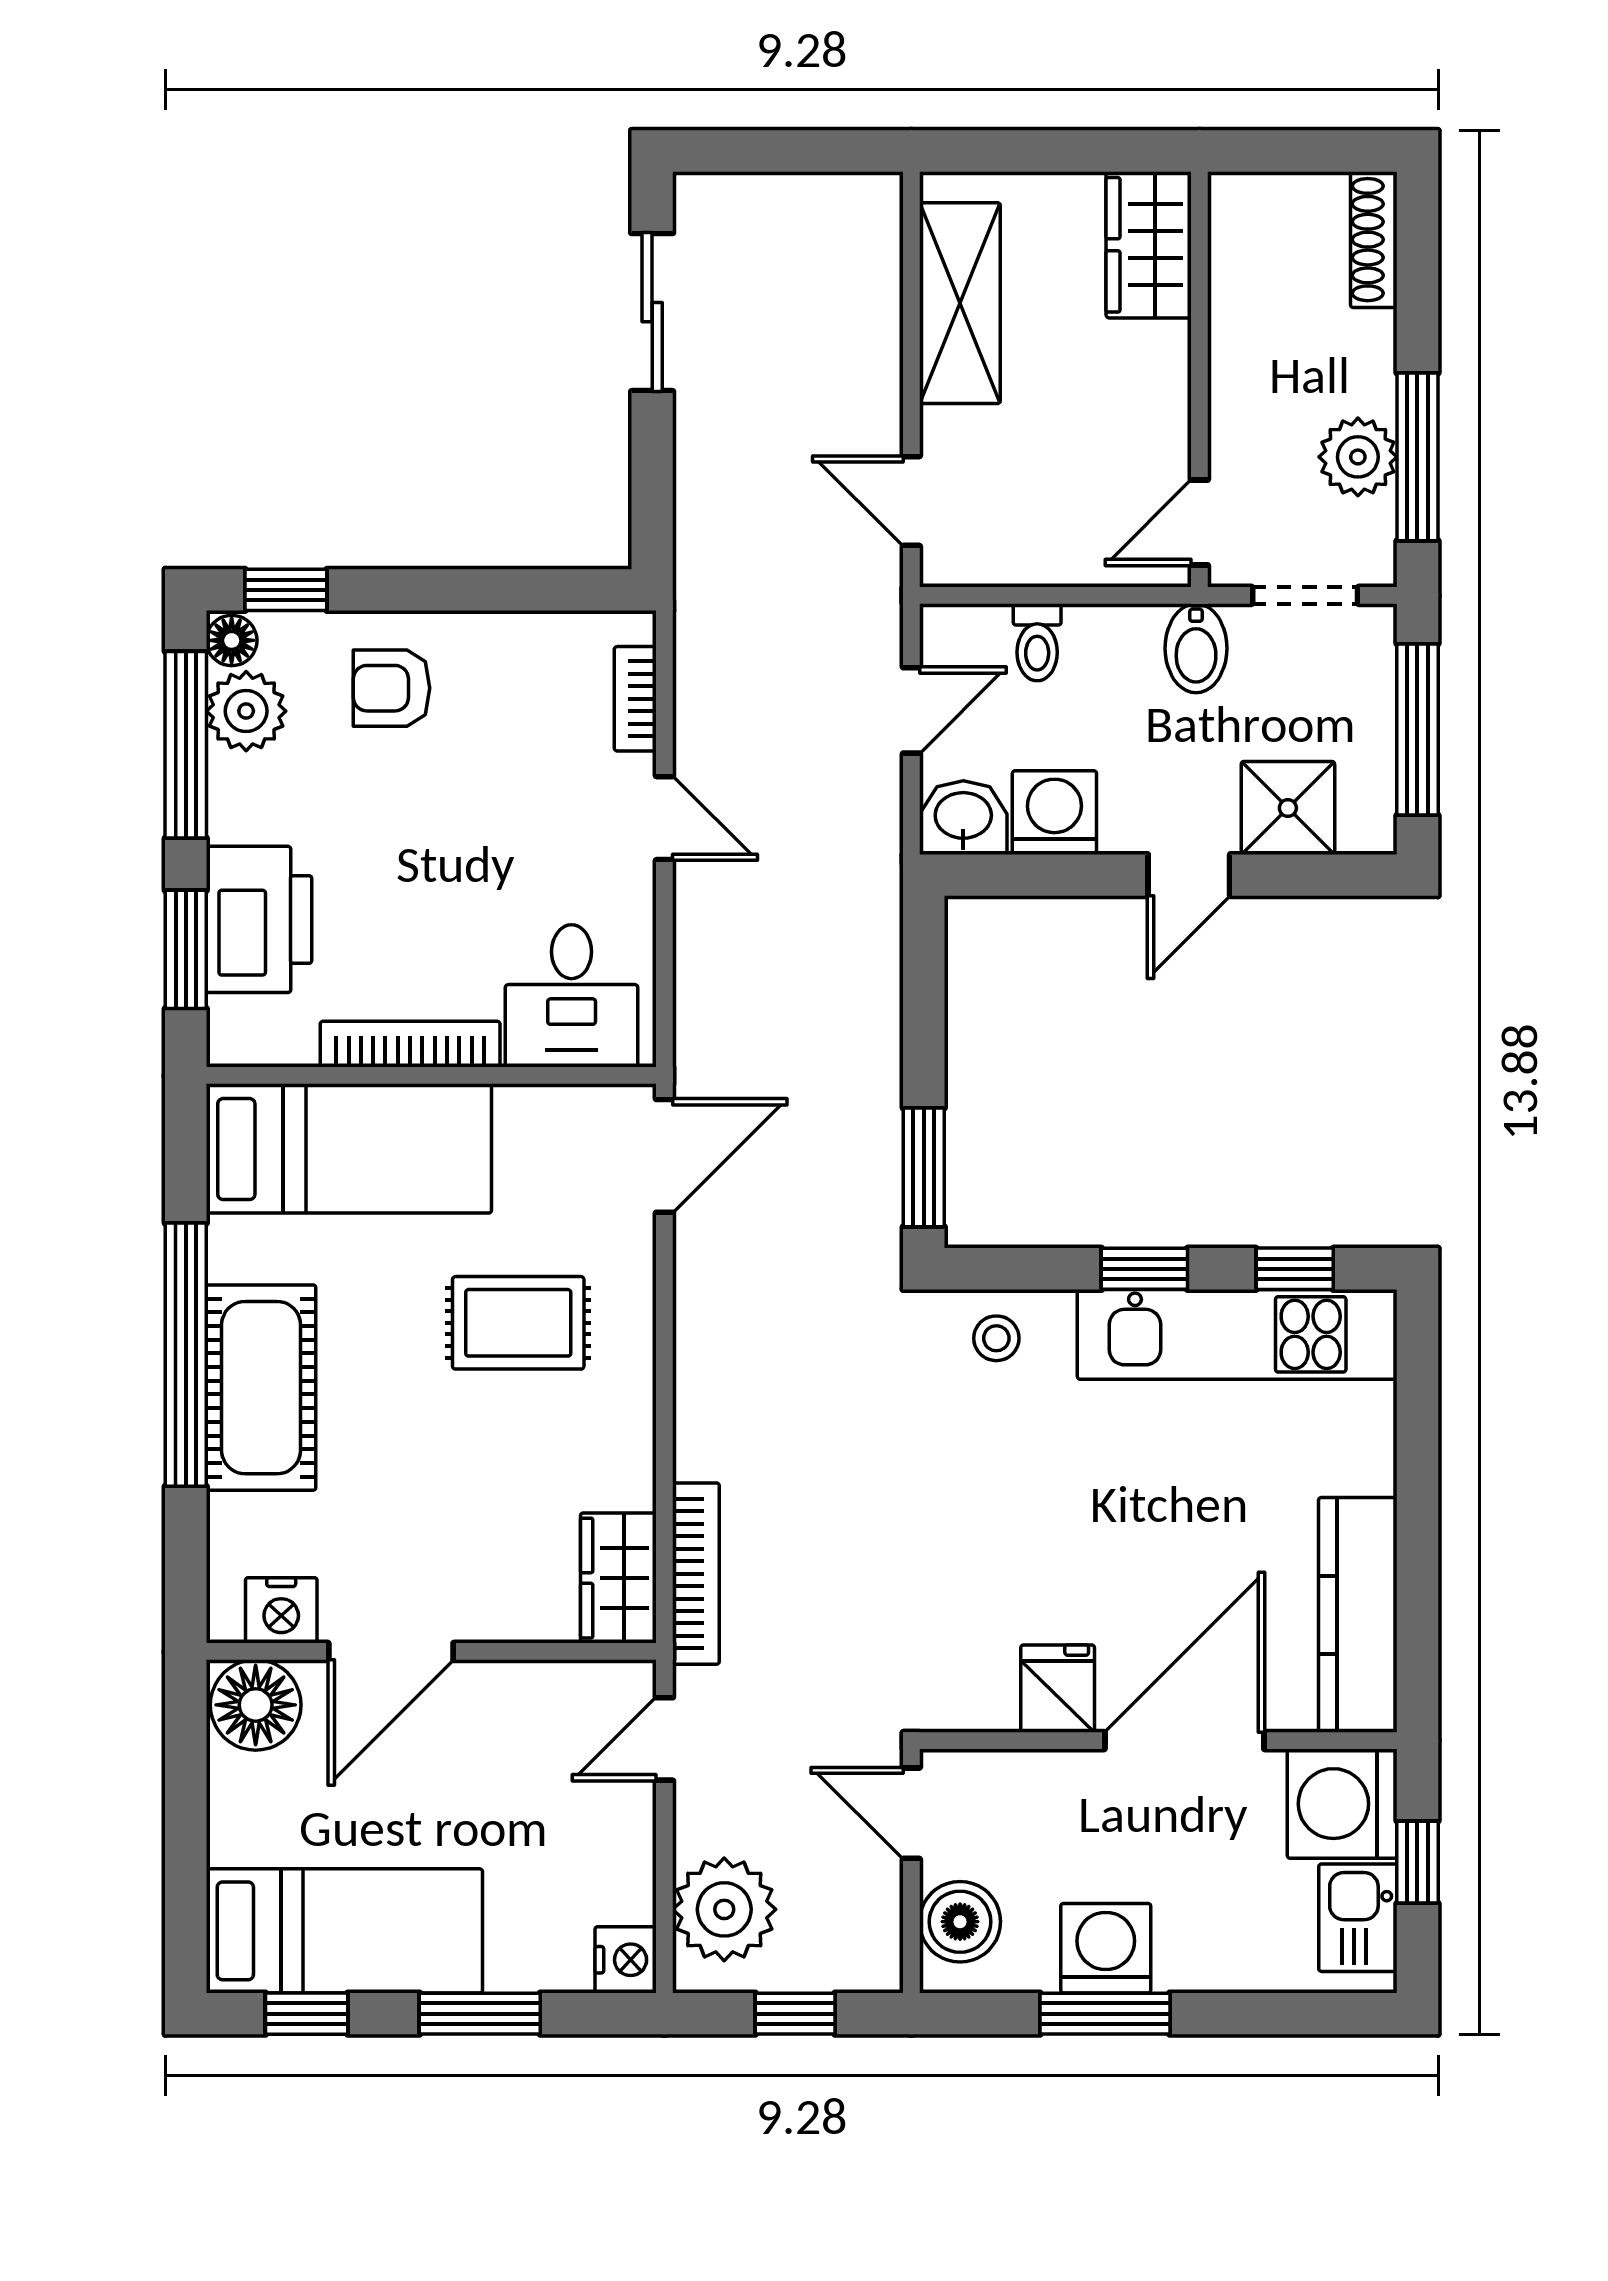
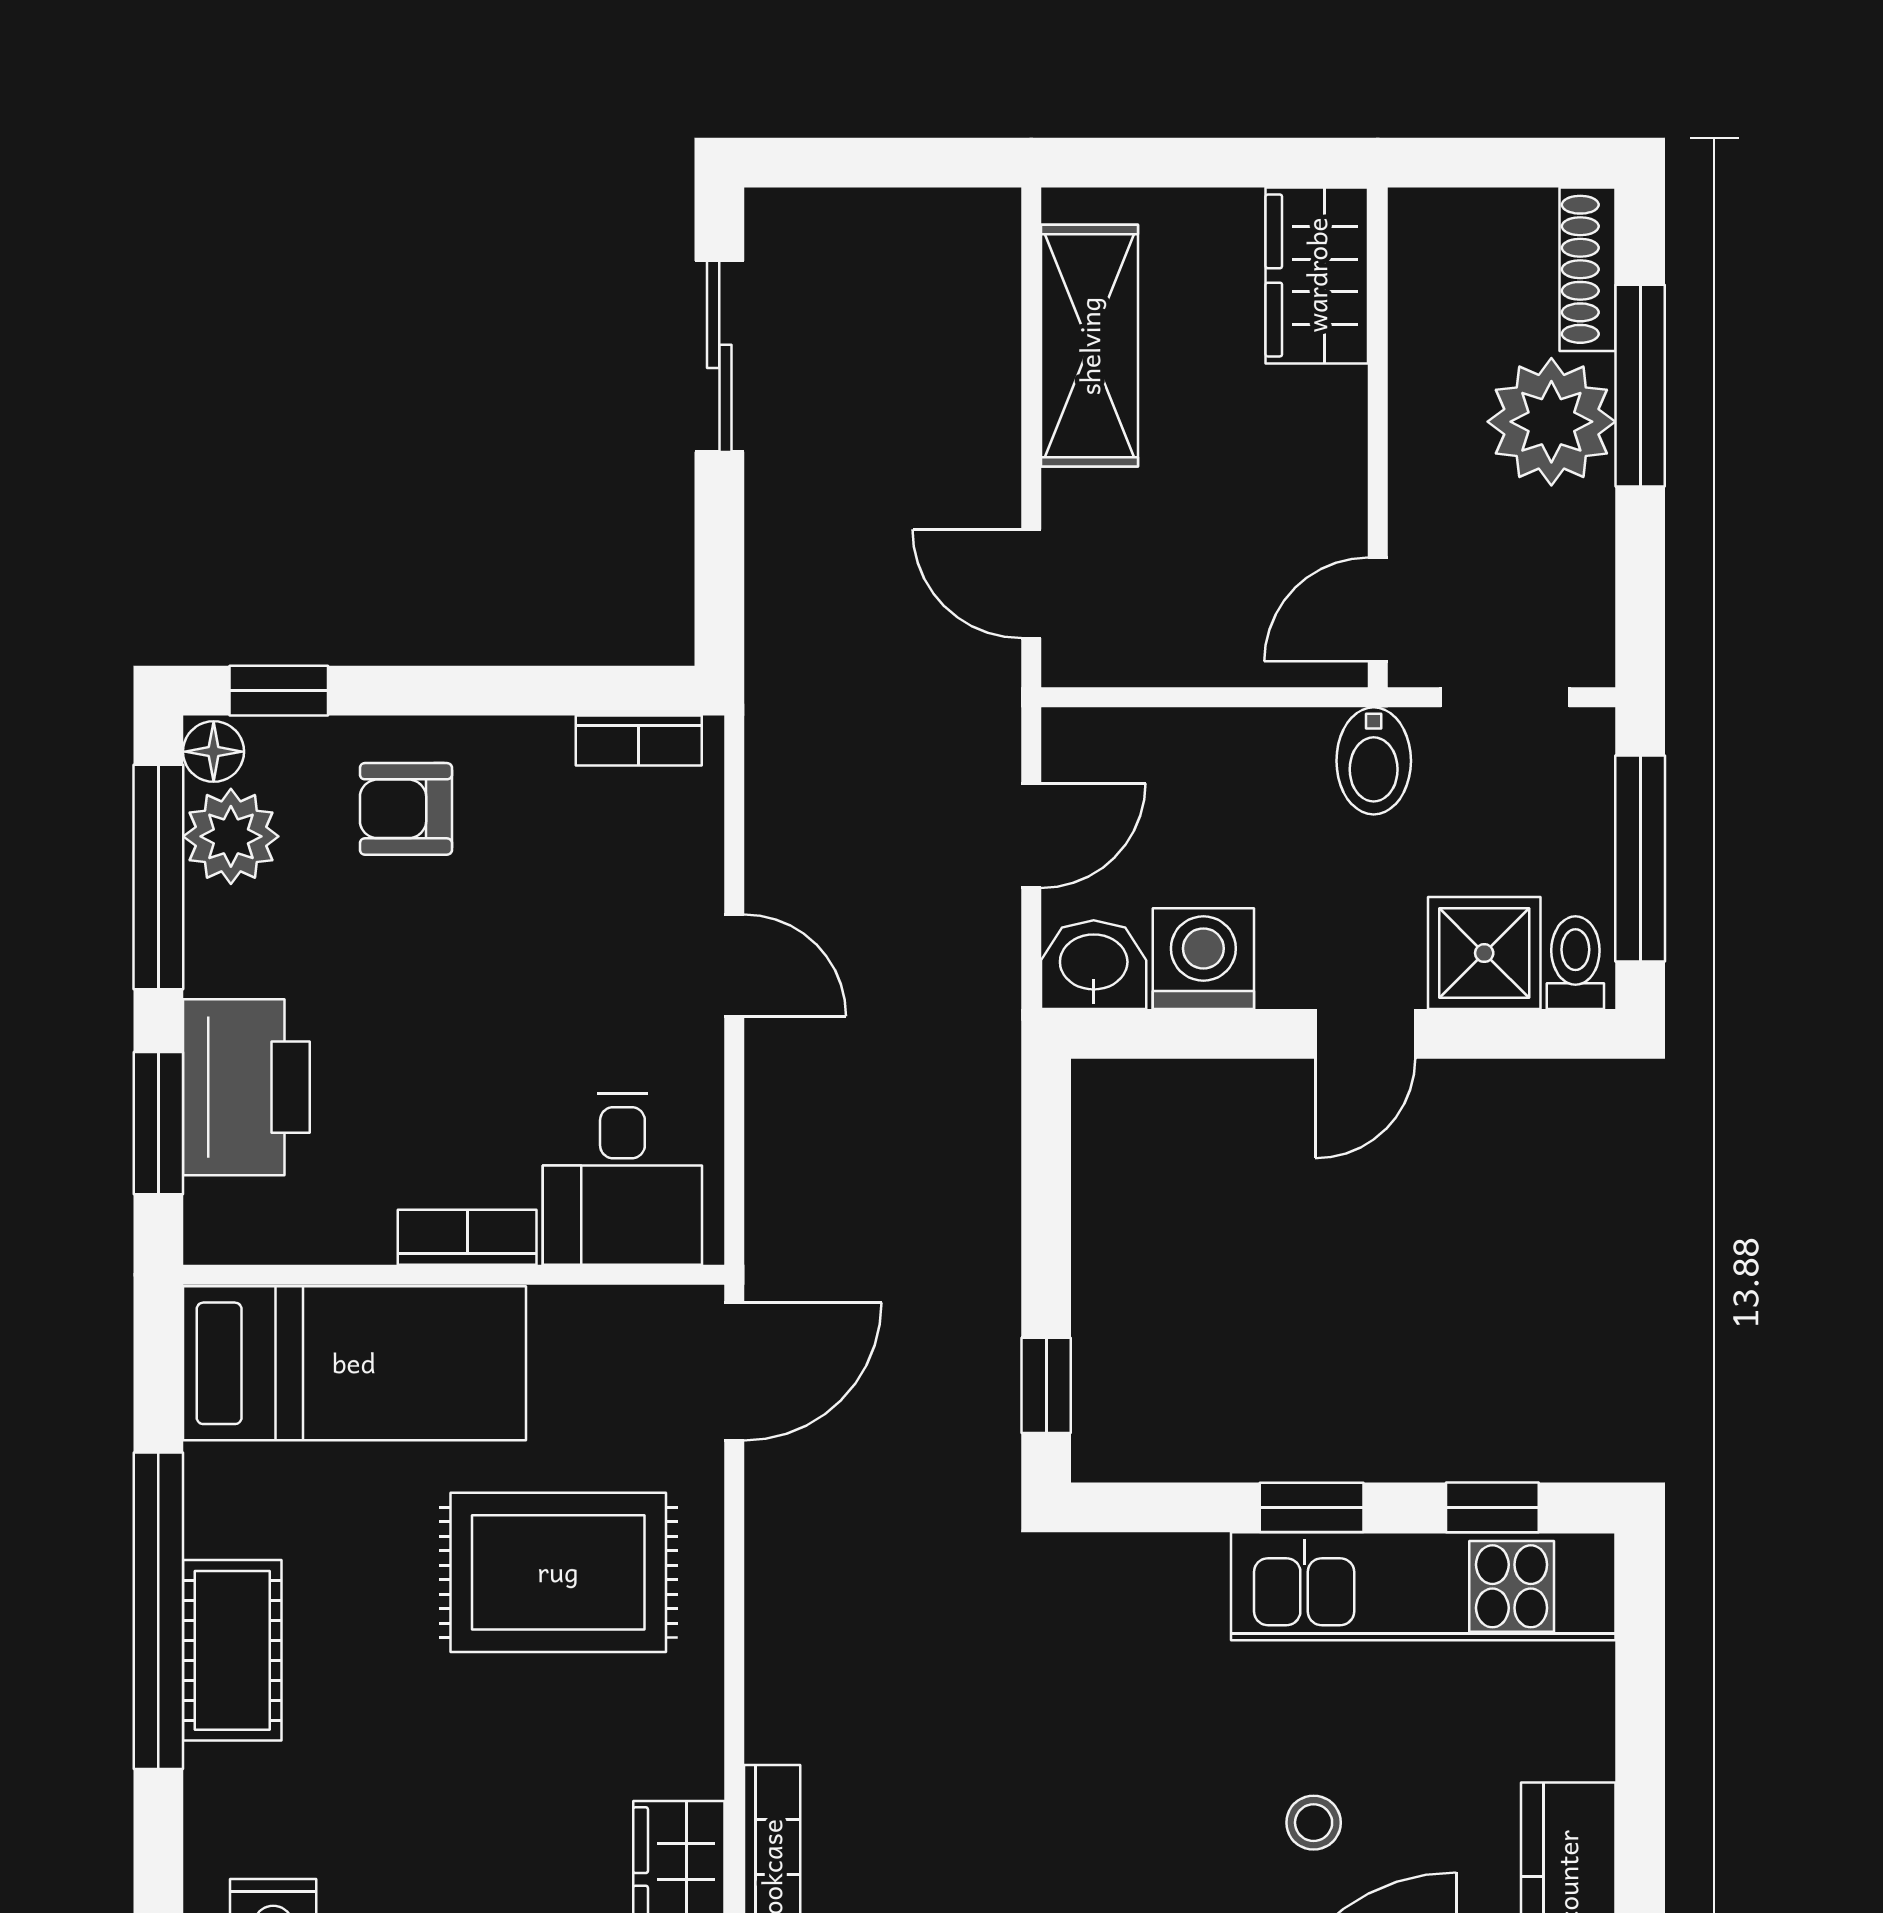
plant: (1358, 457) -> (1551, 422), moved, width x1.36, depth x1.36
window: (1417, 457) -> (1640, 386), moved
toilet: (1037, 642) -> (1575, 963), moved, turned 180
bookcase: (635, 699) -> (639, 741), moved, turned -90
bookcase: (410, 1044) -> (467, 1237), width x0.64
window: (924, 1167) -> (1046, 1385), width x0.67
rug: (518, 1323) -> (558, 1572), width x1.36, depth x1.43
stool: (996, 1338) -> (1314, 1823), moved
cot: (261, 1388) -> (232, 1650), width x0.73, depth x0.75

